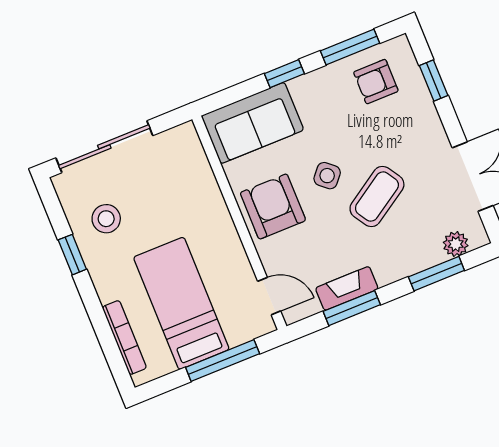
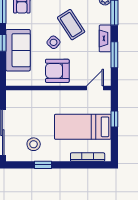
sofa: (252, 123) -> (18, 50), moved
fireplace: (347, 288) -> (105, 38), moved
window: (223, 361) -> (114, 119), width x0.46

